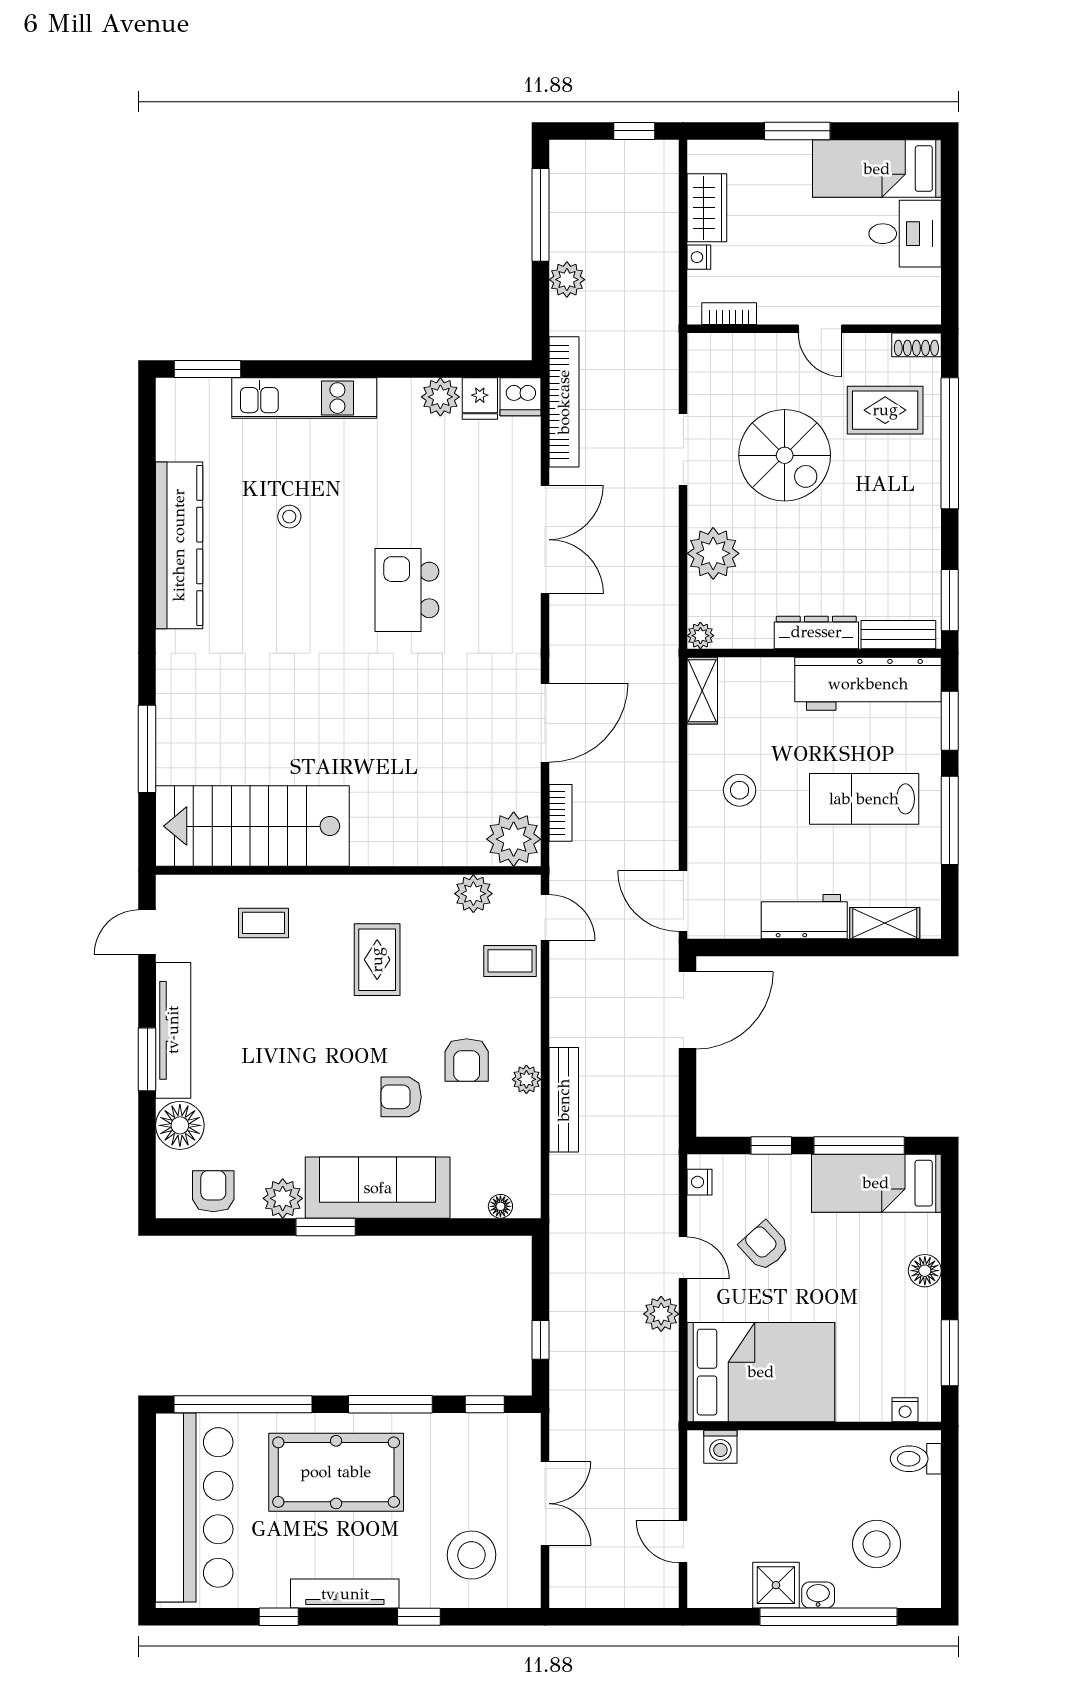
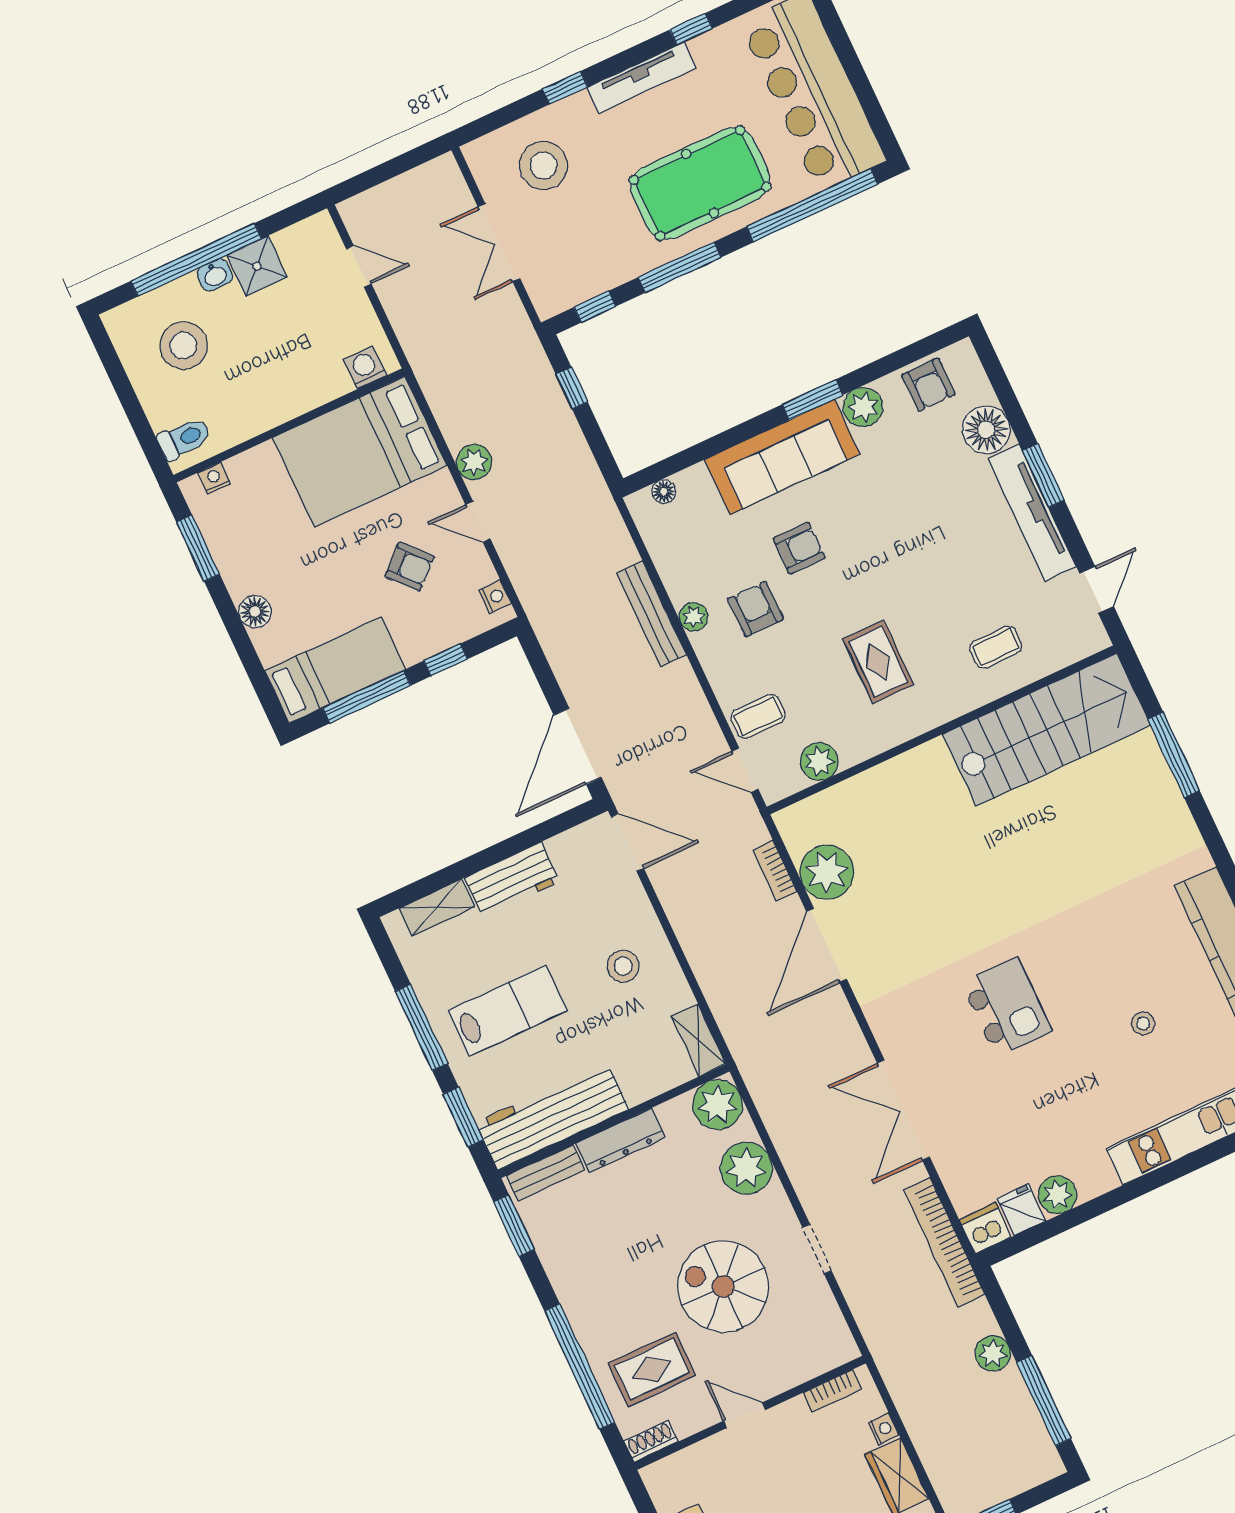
doorway: (683, 450) -> (817, 1249), width x0.73
plant: (700, 636) -> (718, 1104), width x1.87, depth x1.87
plant: (514, 839) -> (827, 872), moved

